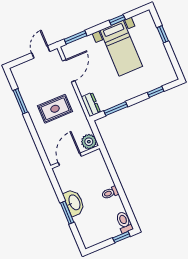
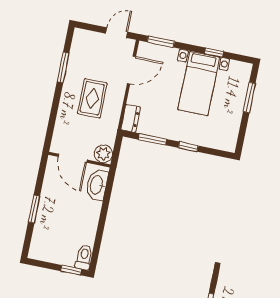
window: (163, 34) -> (249, 98), width x1.50
window: (156, 92) -> (188, 147), moved
rug: (55, 109) -> (92, 98), turned 90
door: (70, 159) -> (73, 158), swing flipped
toilet: (110, 193) -> (90, 219), removed
washbasin: (74, 203) -> (97, 185), moved, turned 180

